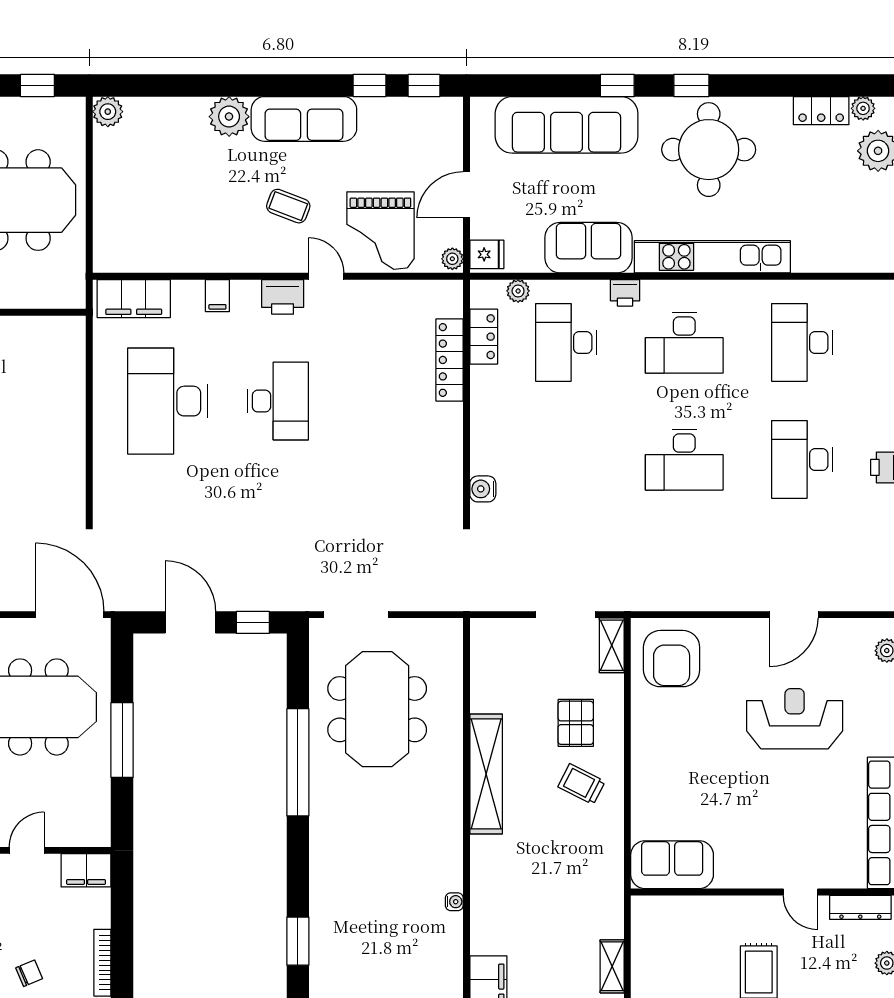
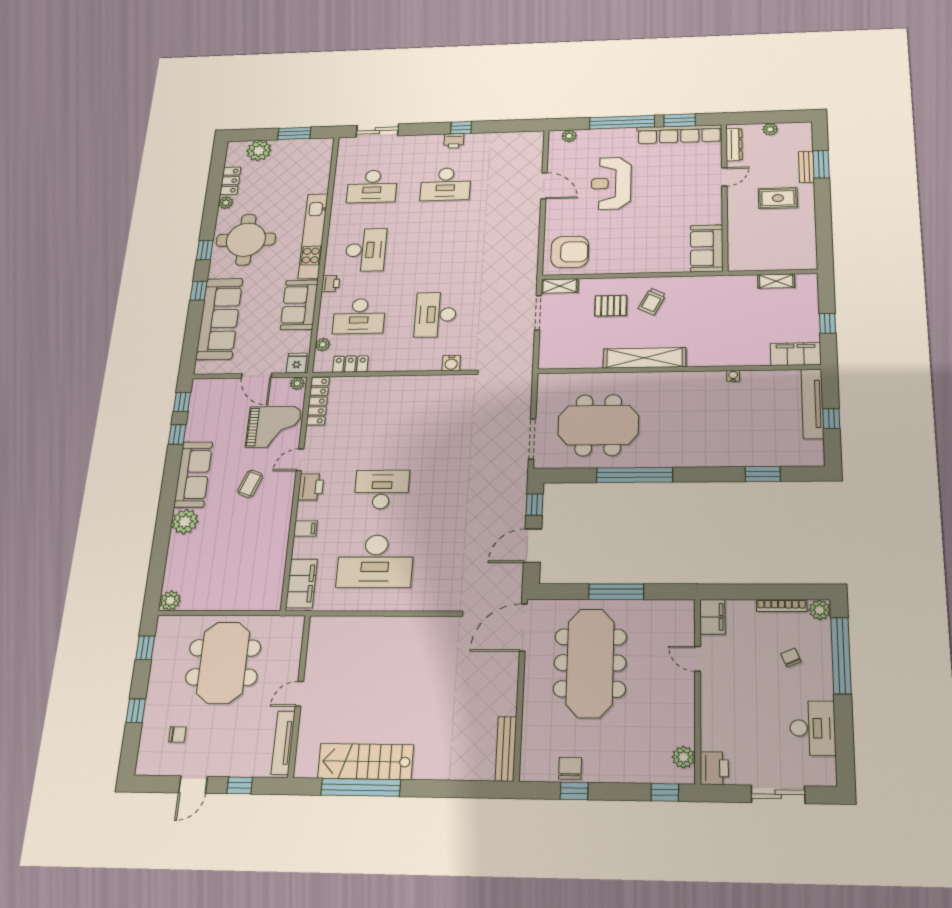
plant: (863, 108) -> (226, 203), moved
locker: (450, 360) -> (318, 401), moved, turned -90
desk: (684, 460) -> (435, 315), moved, turned 180

